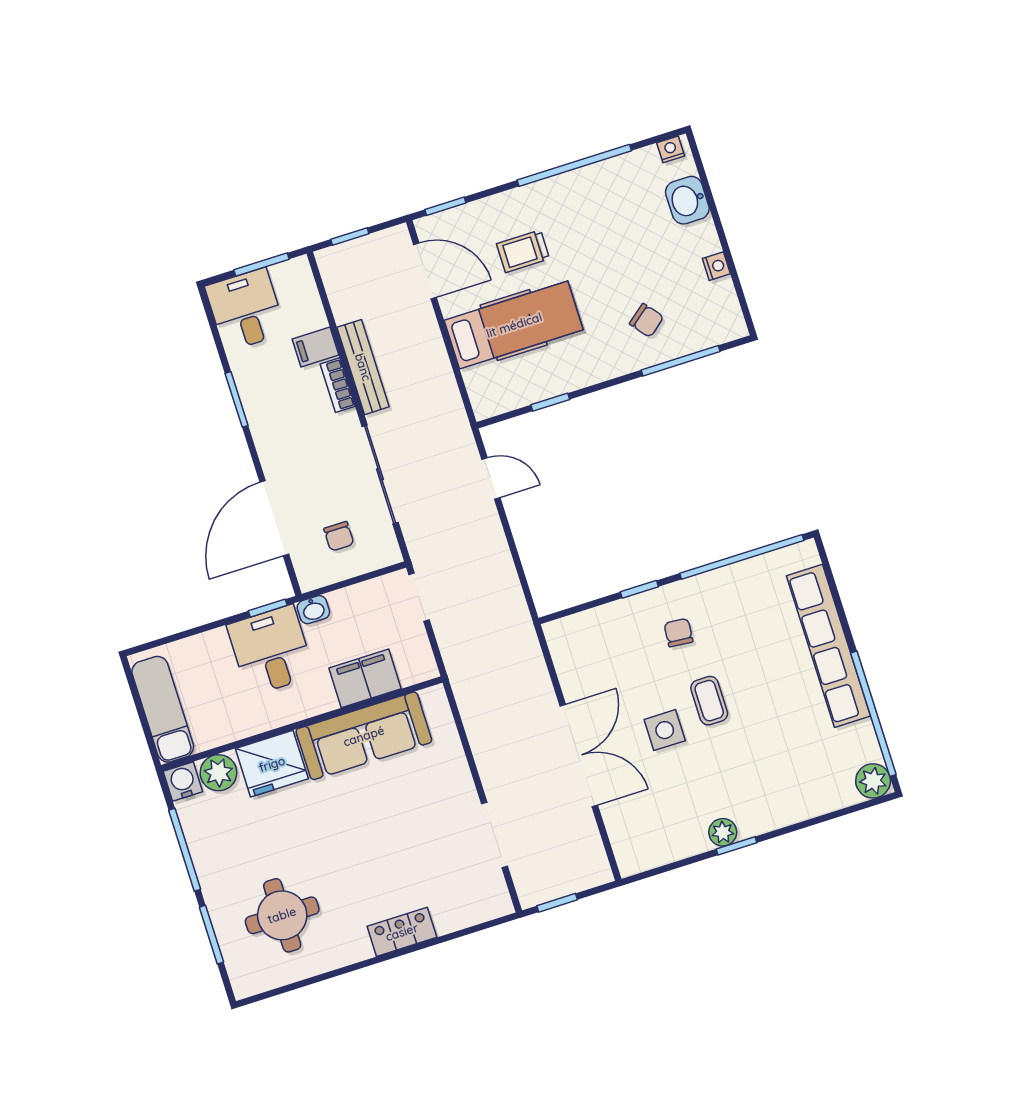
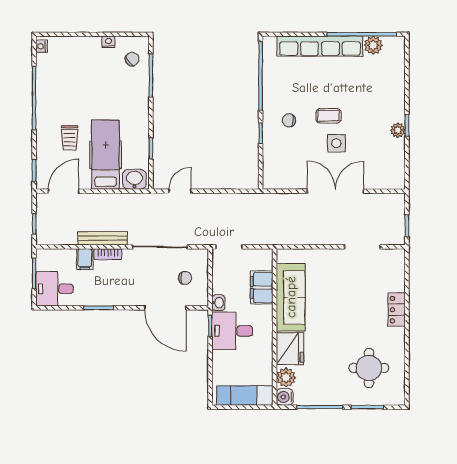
washbasin: (687, 200) -> (134, 179), moved, turned 180
chair: (647, 320) -> (132, 59), moved
plant: (873, 781) -> (373, 45), moved

